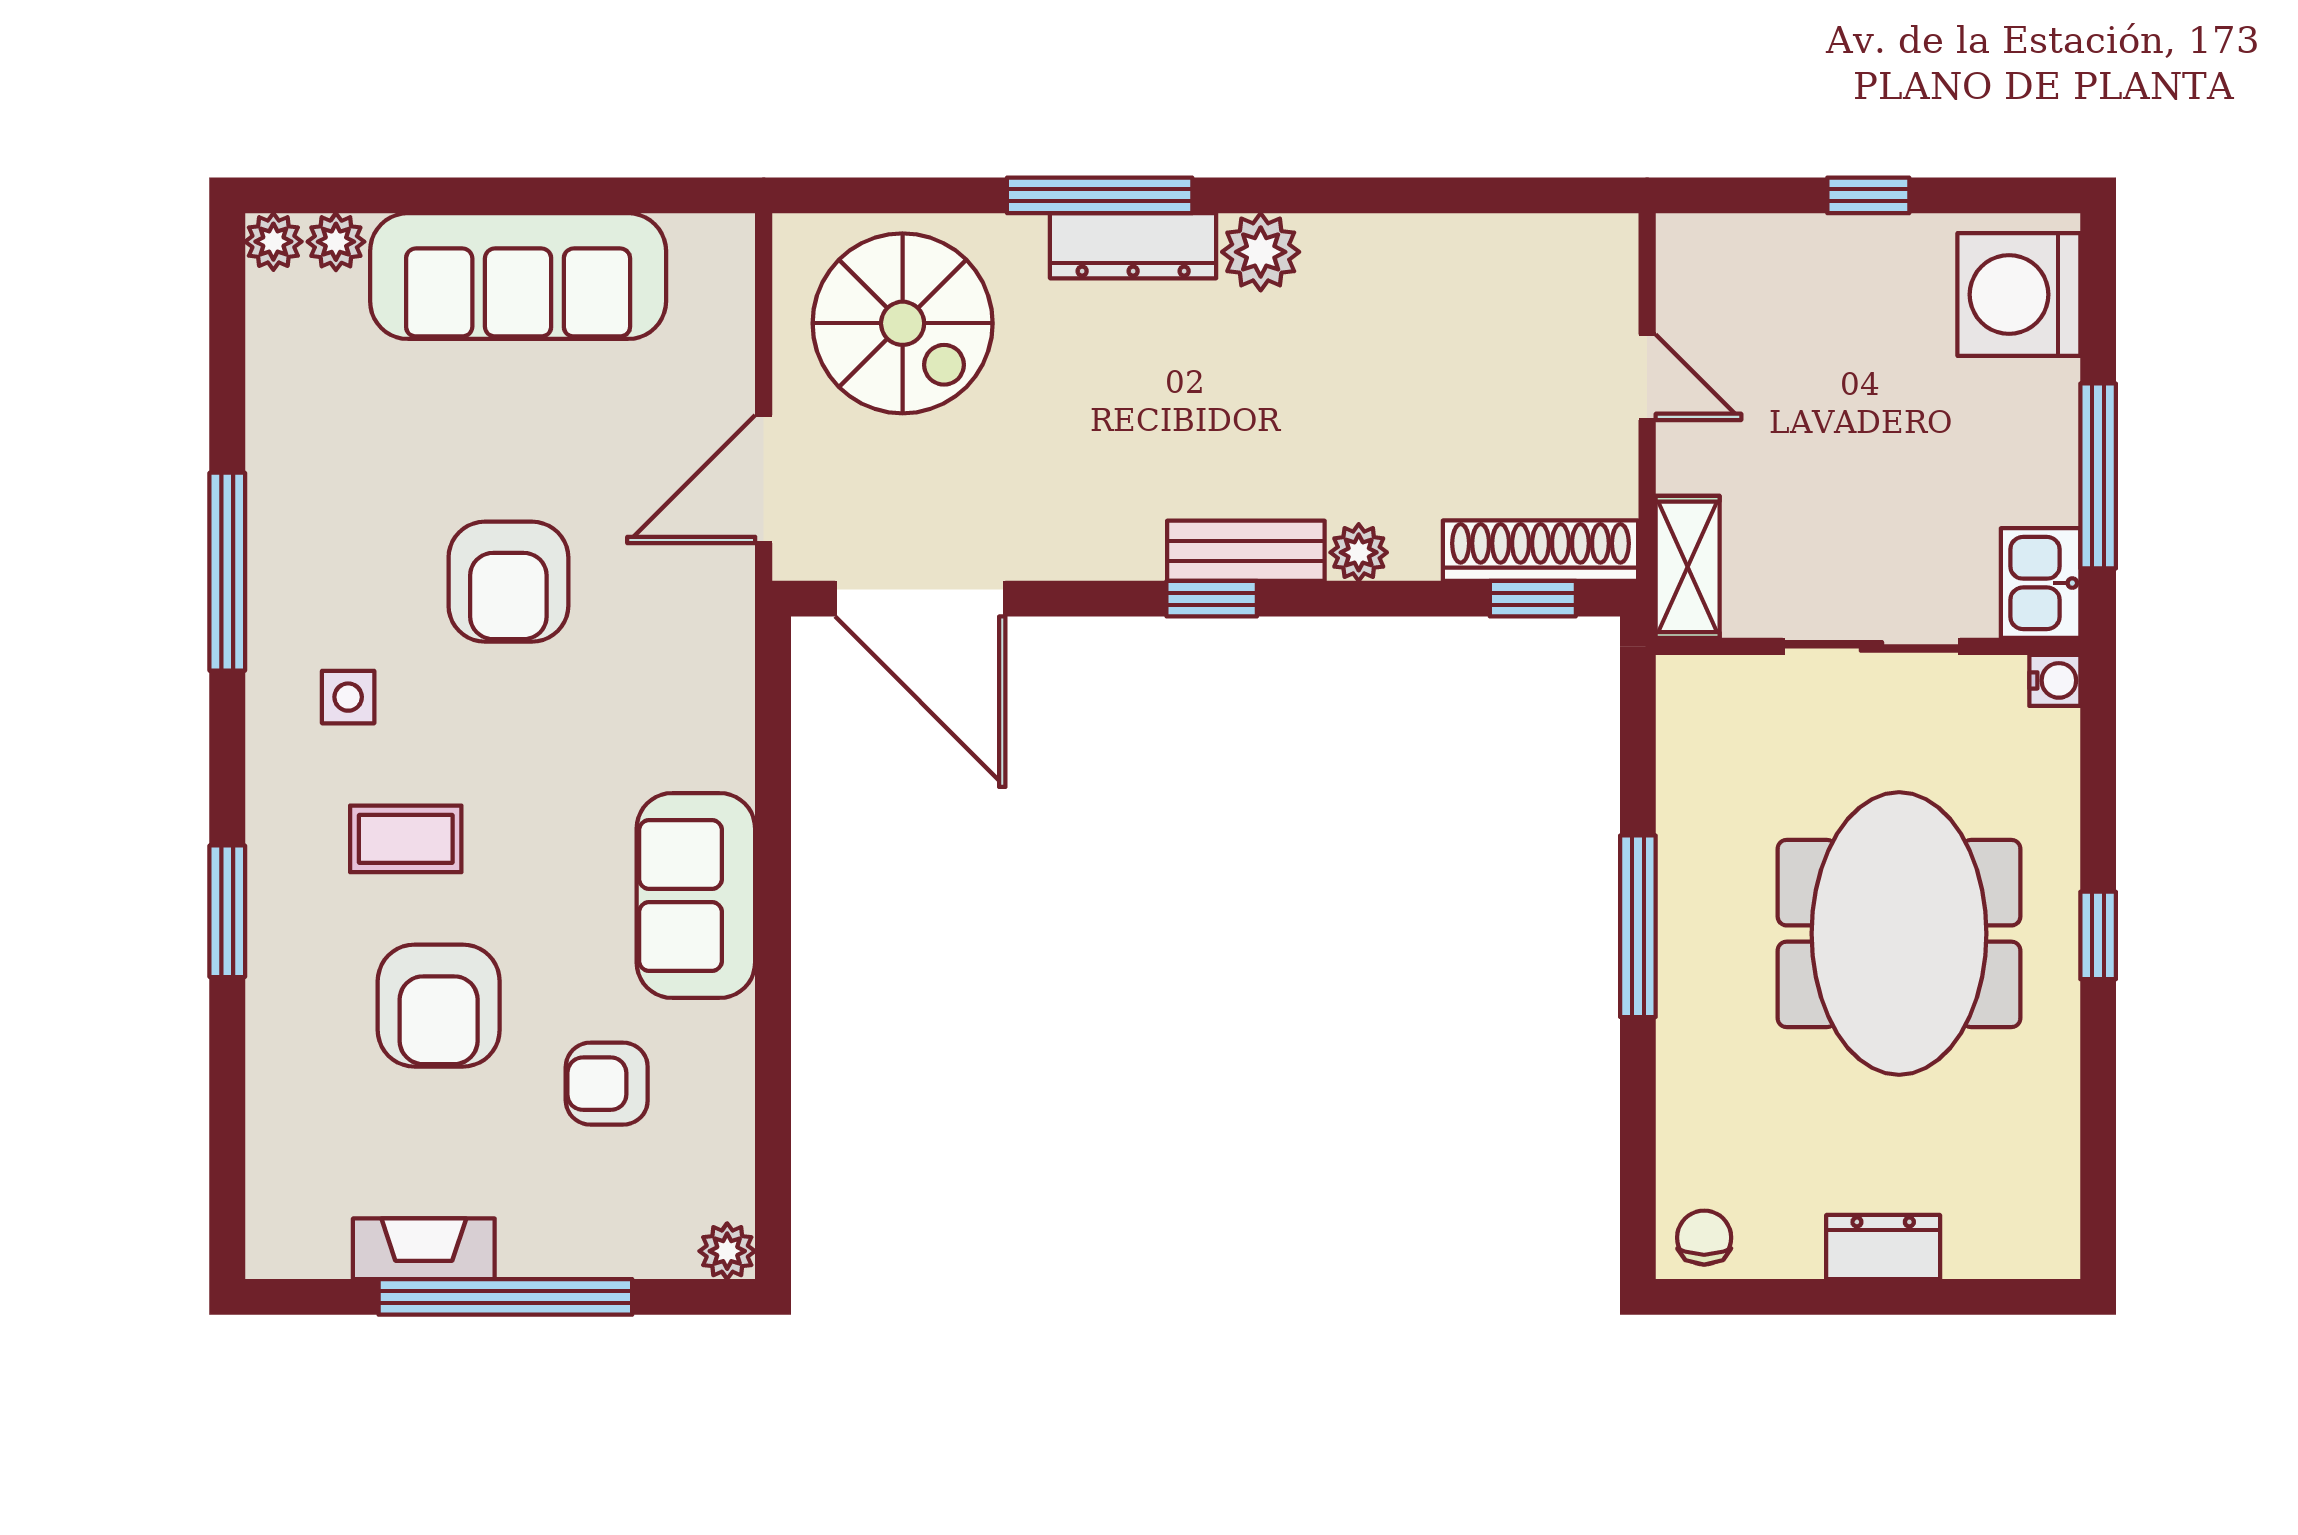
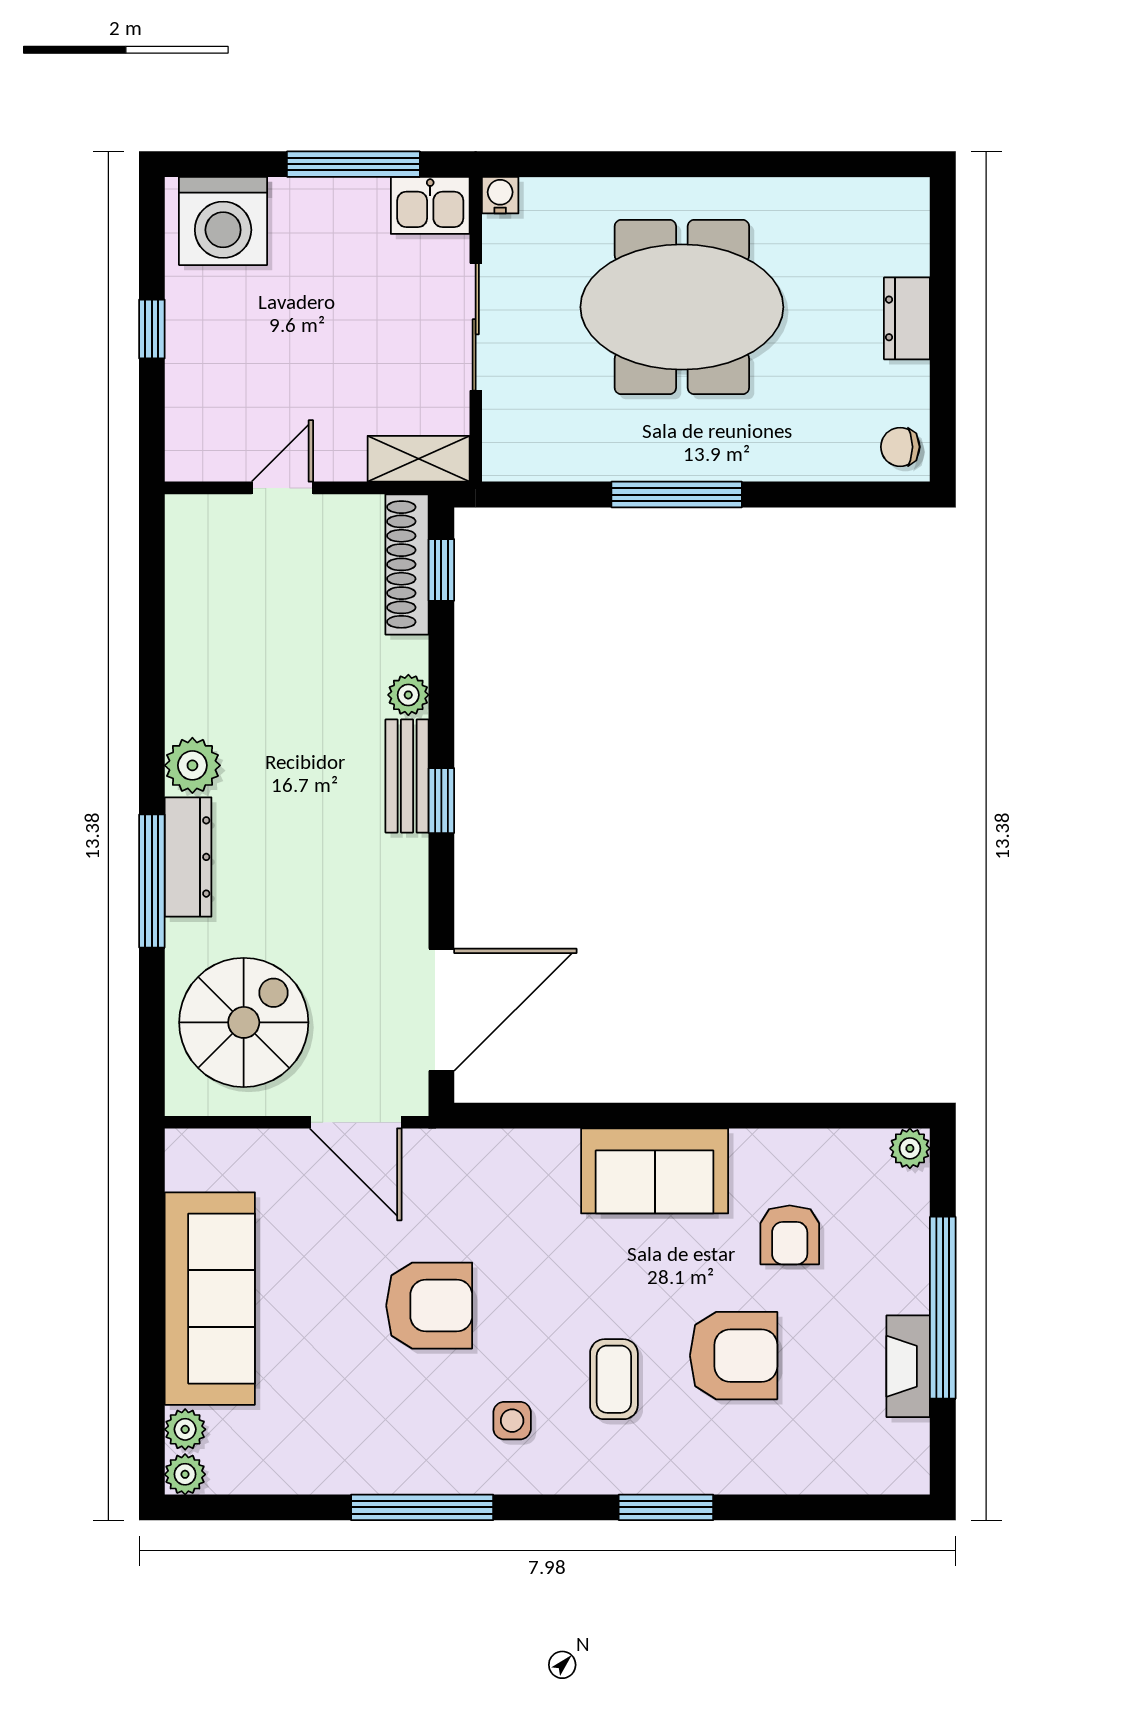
window: (2098, 935) -> (683, 164), removed

